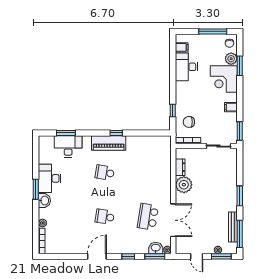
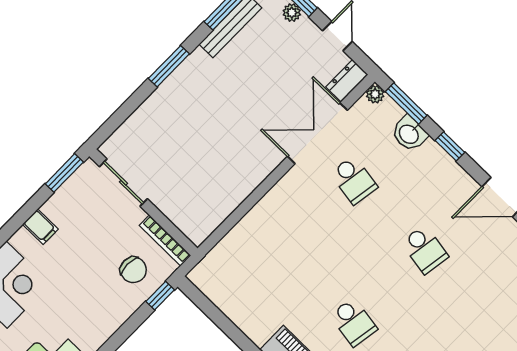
window: (173, 111) -> (160, 296), moved
dresser: (180, 167) -> (347, 81), moved
plant: (184, 185) -> (243, 175), removed
school desk: (148, 217) -> (354, 180), width x0.54
washbasin: (156, 248) -> (409, 134), moved

